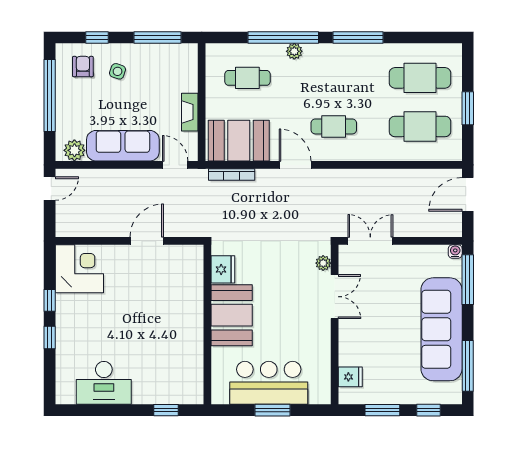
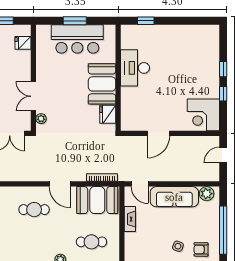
armchair: (83, 67) -> (201, 249), turned 90
door: (50, 189) -> (223, 155), moved
desk: (104, 383) -> (135, 68), moved, turned -90

